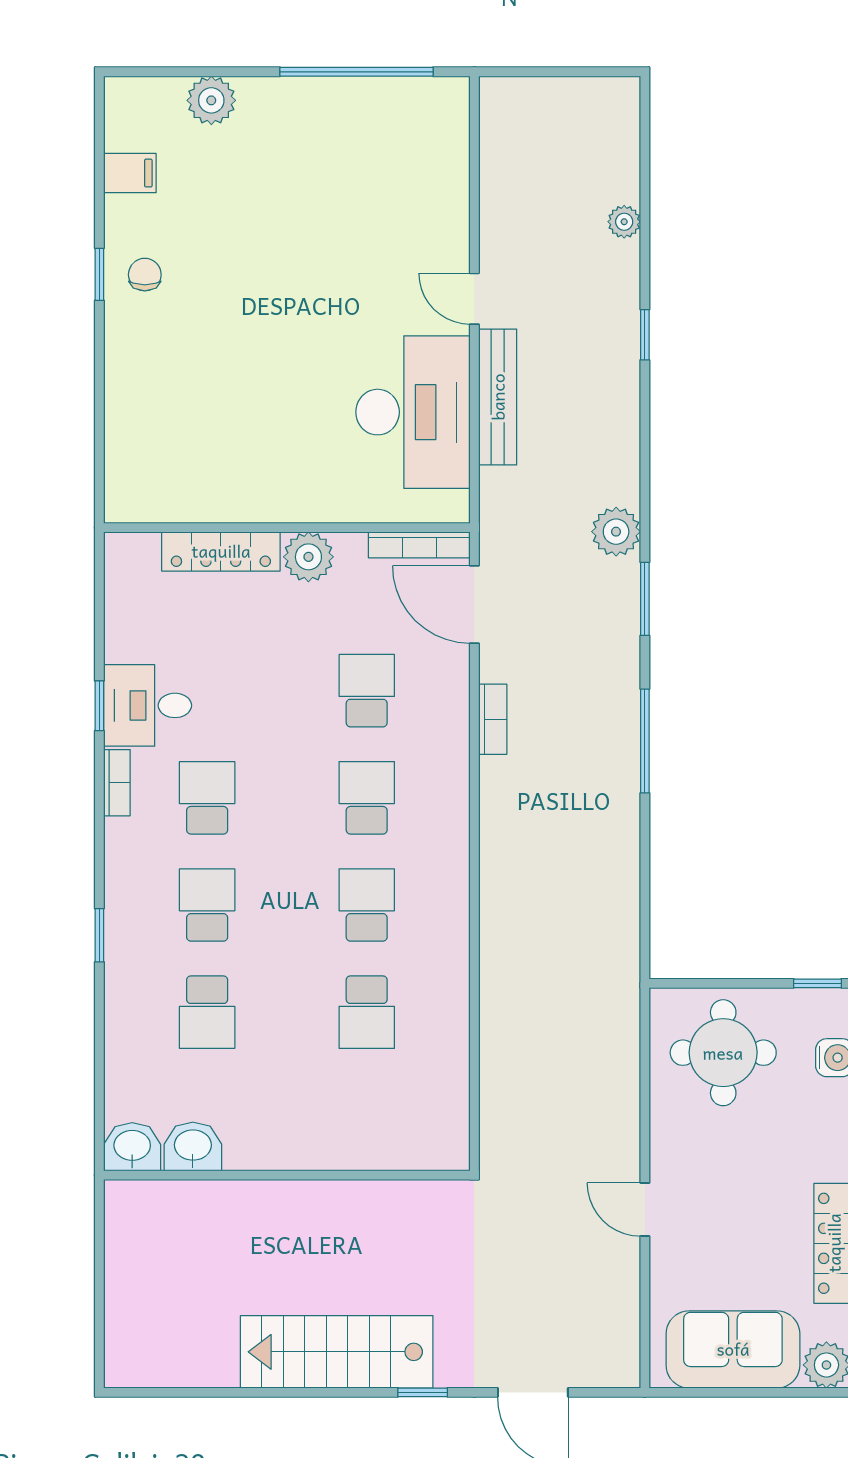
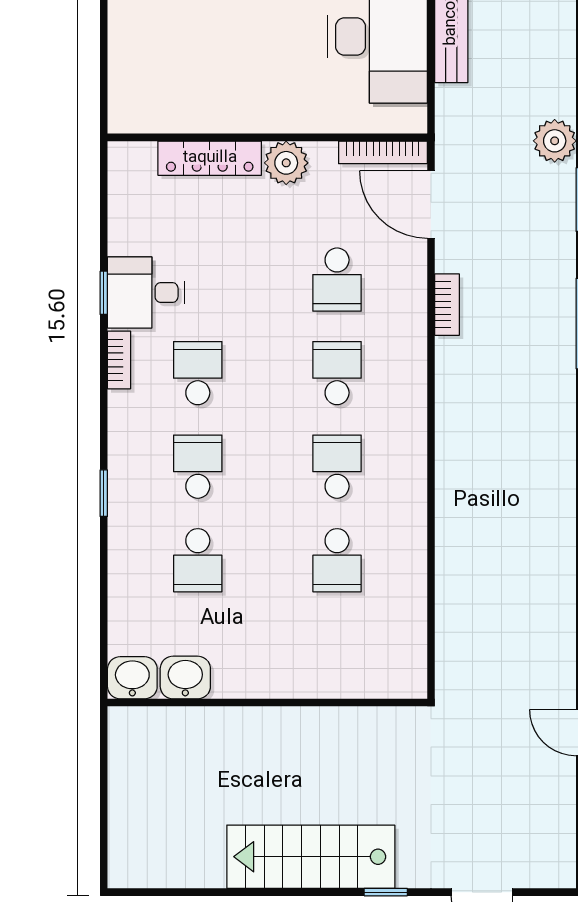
school desk: (367, 691) -> (337, 280), turned 180

